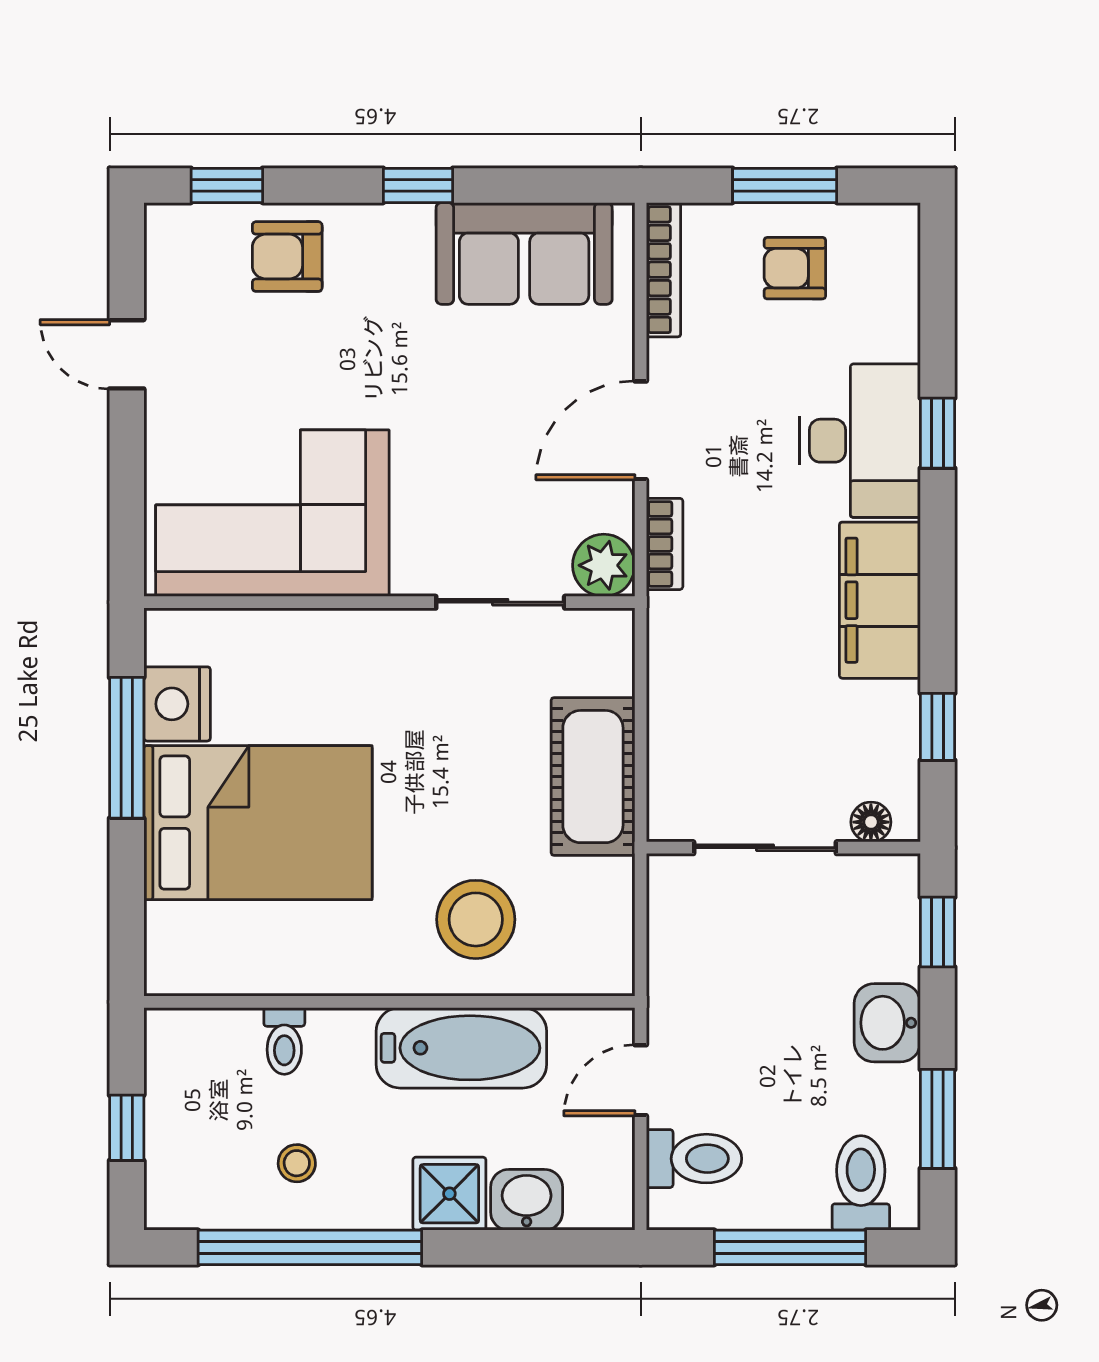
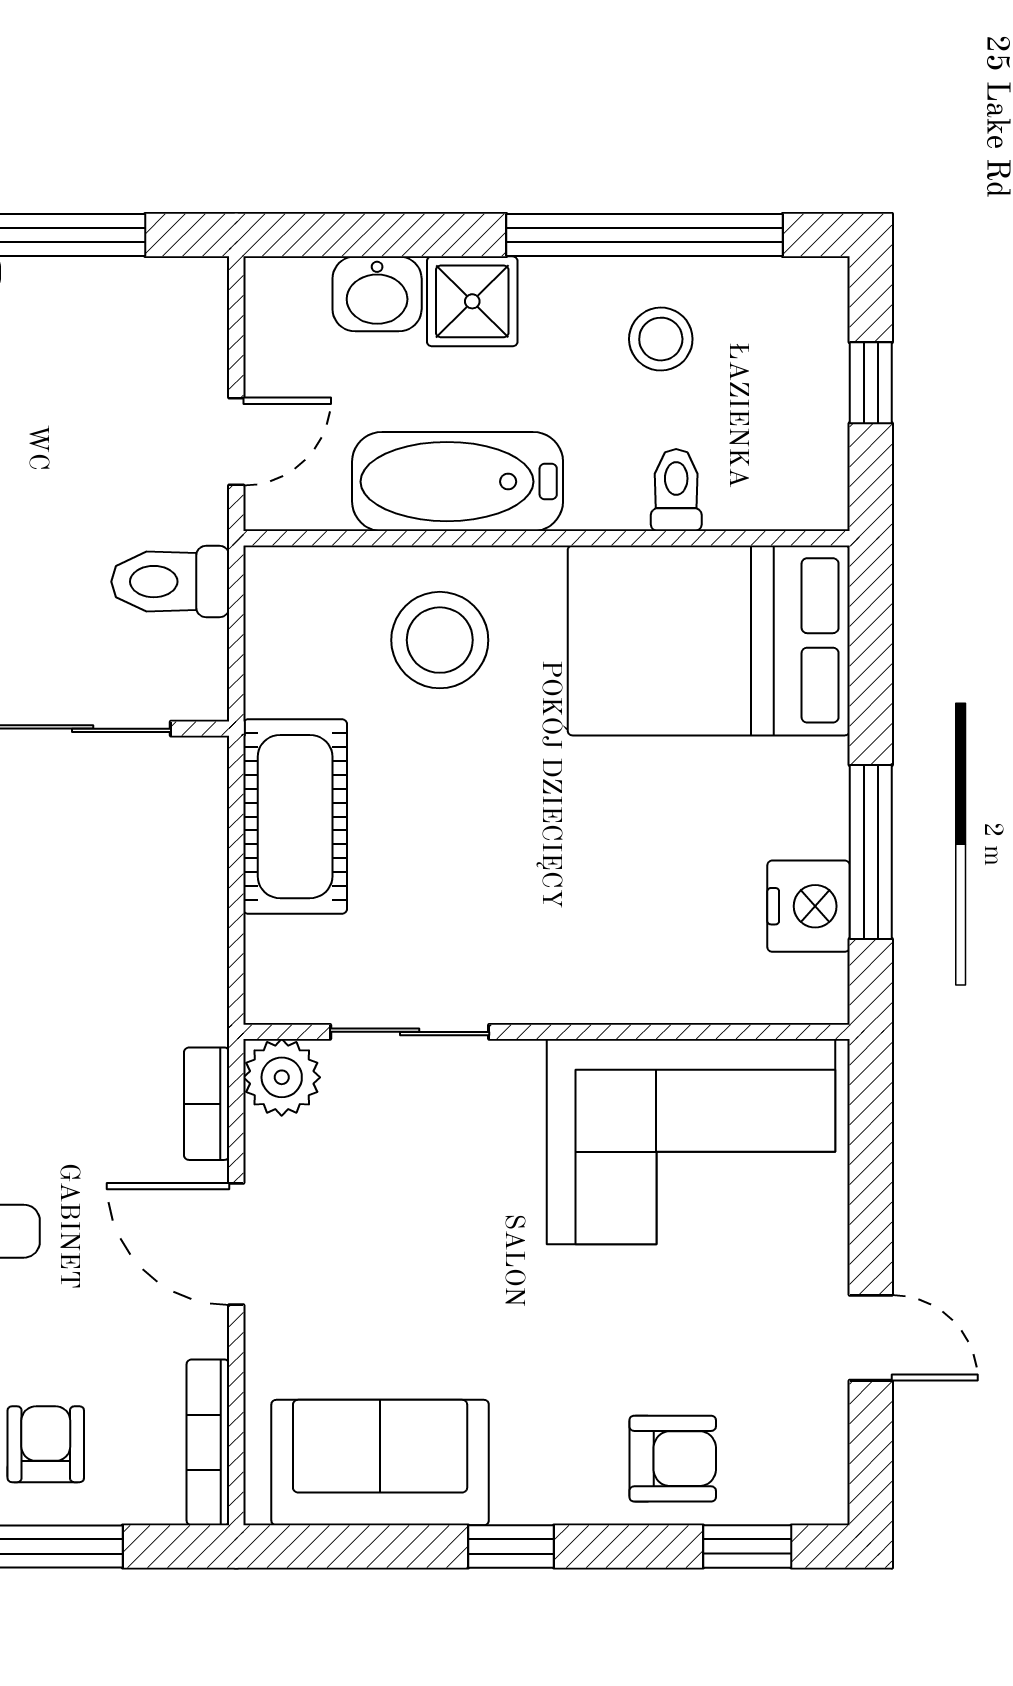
armchair: (795, 268) -> (46, 1444), turned -90
door: (641, 430) -> (236, 1244), swing flipped
bed: (258, 823) -> (709, 640), moved
toilet: (694, 1159) -> (170, 582), moved
stool: (297, 1163) -> (661, 339), width x1.37, depth x1.37

